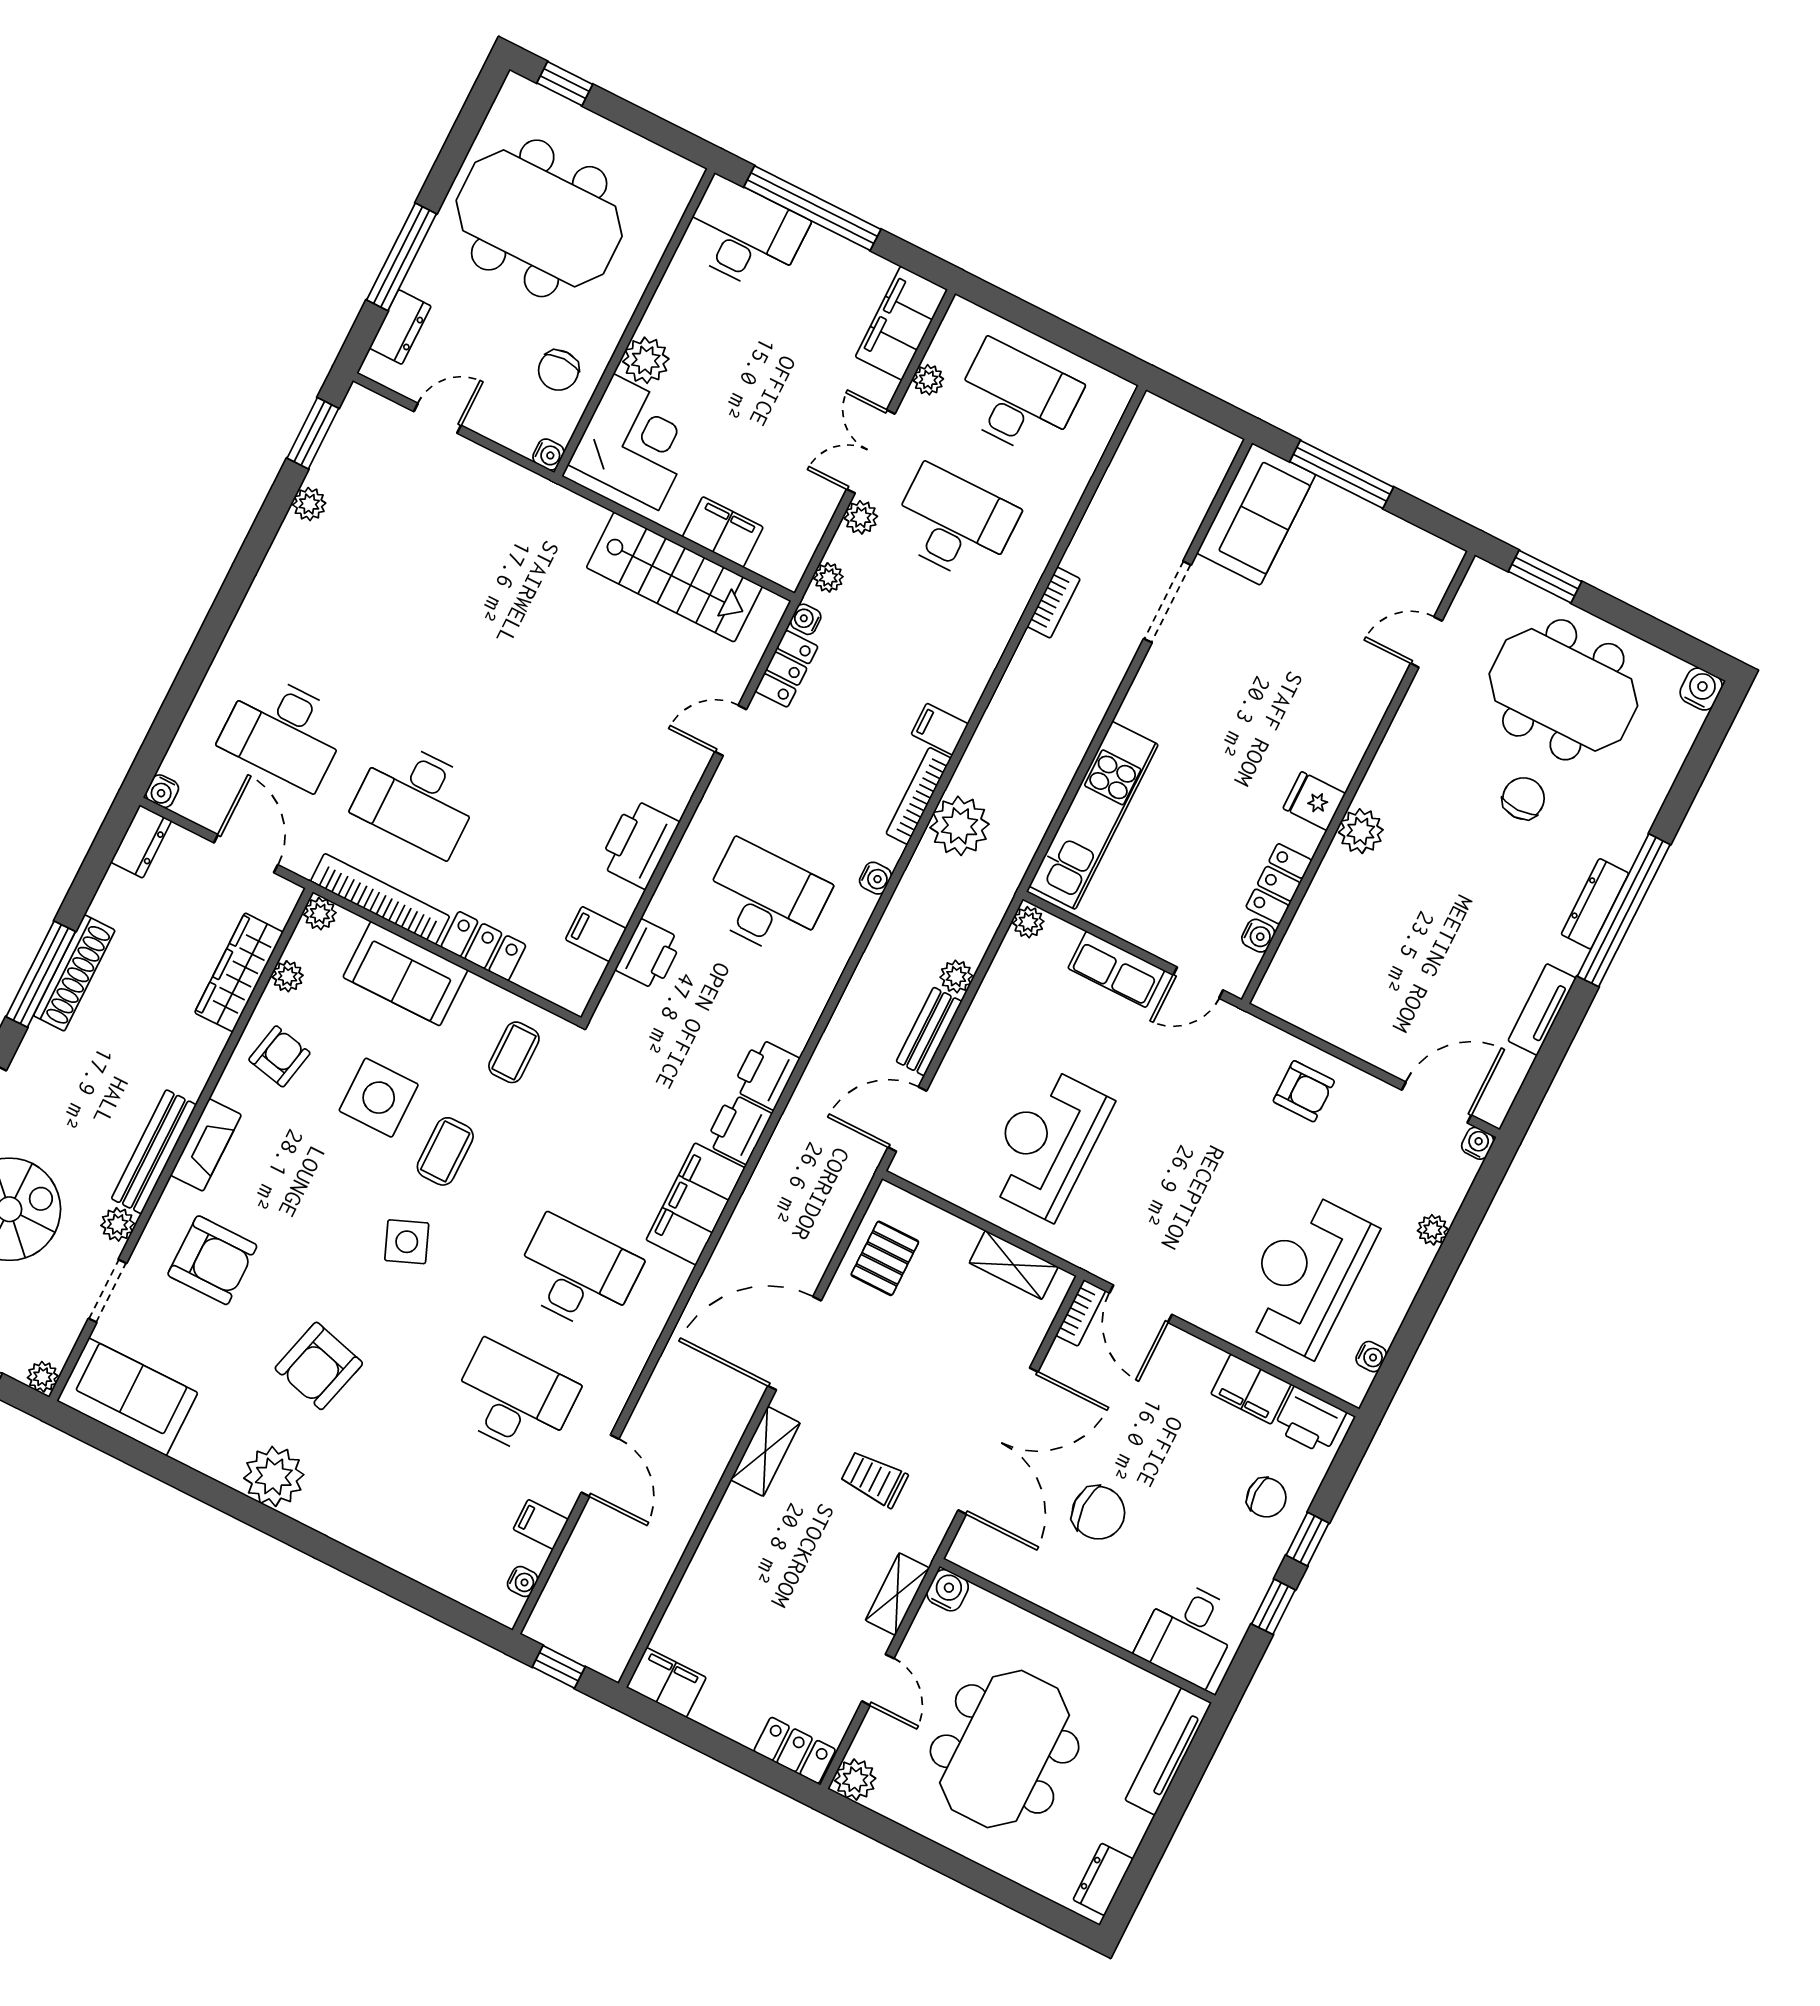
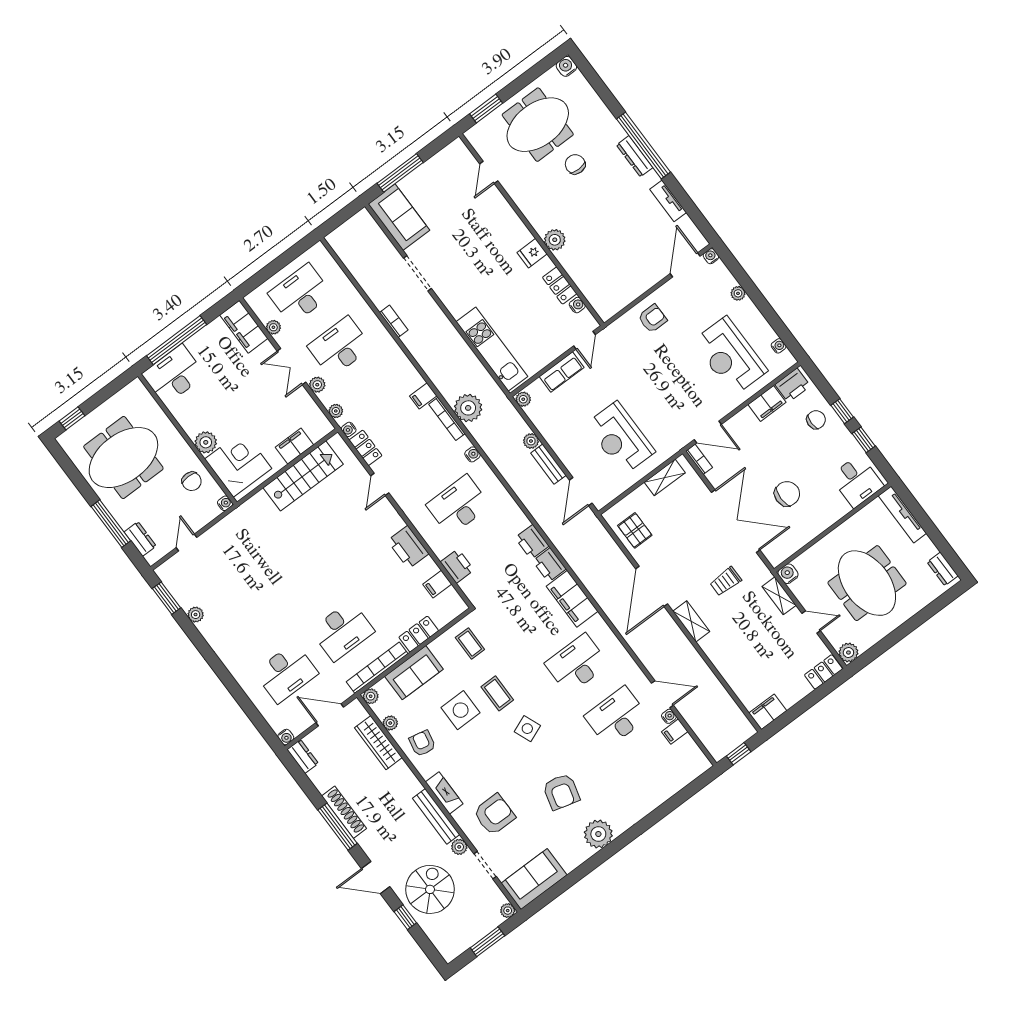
water cooler: (523, 1582) -> (669, 716), moved

